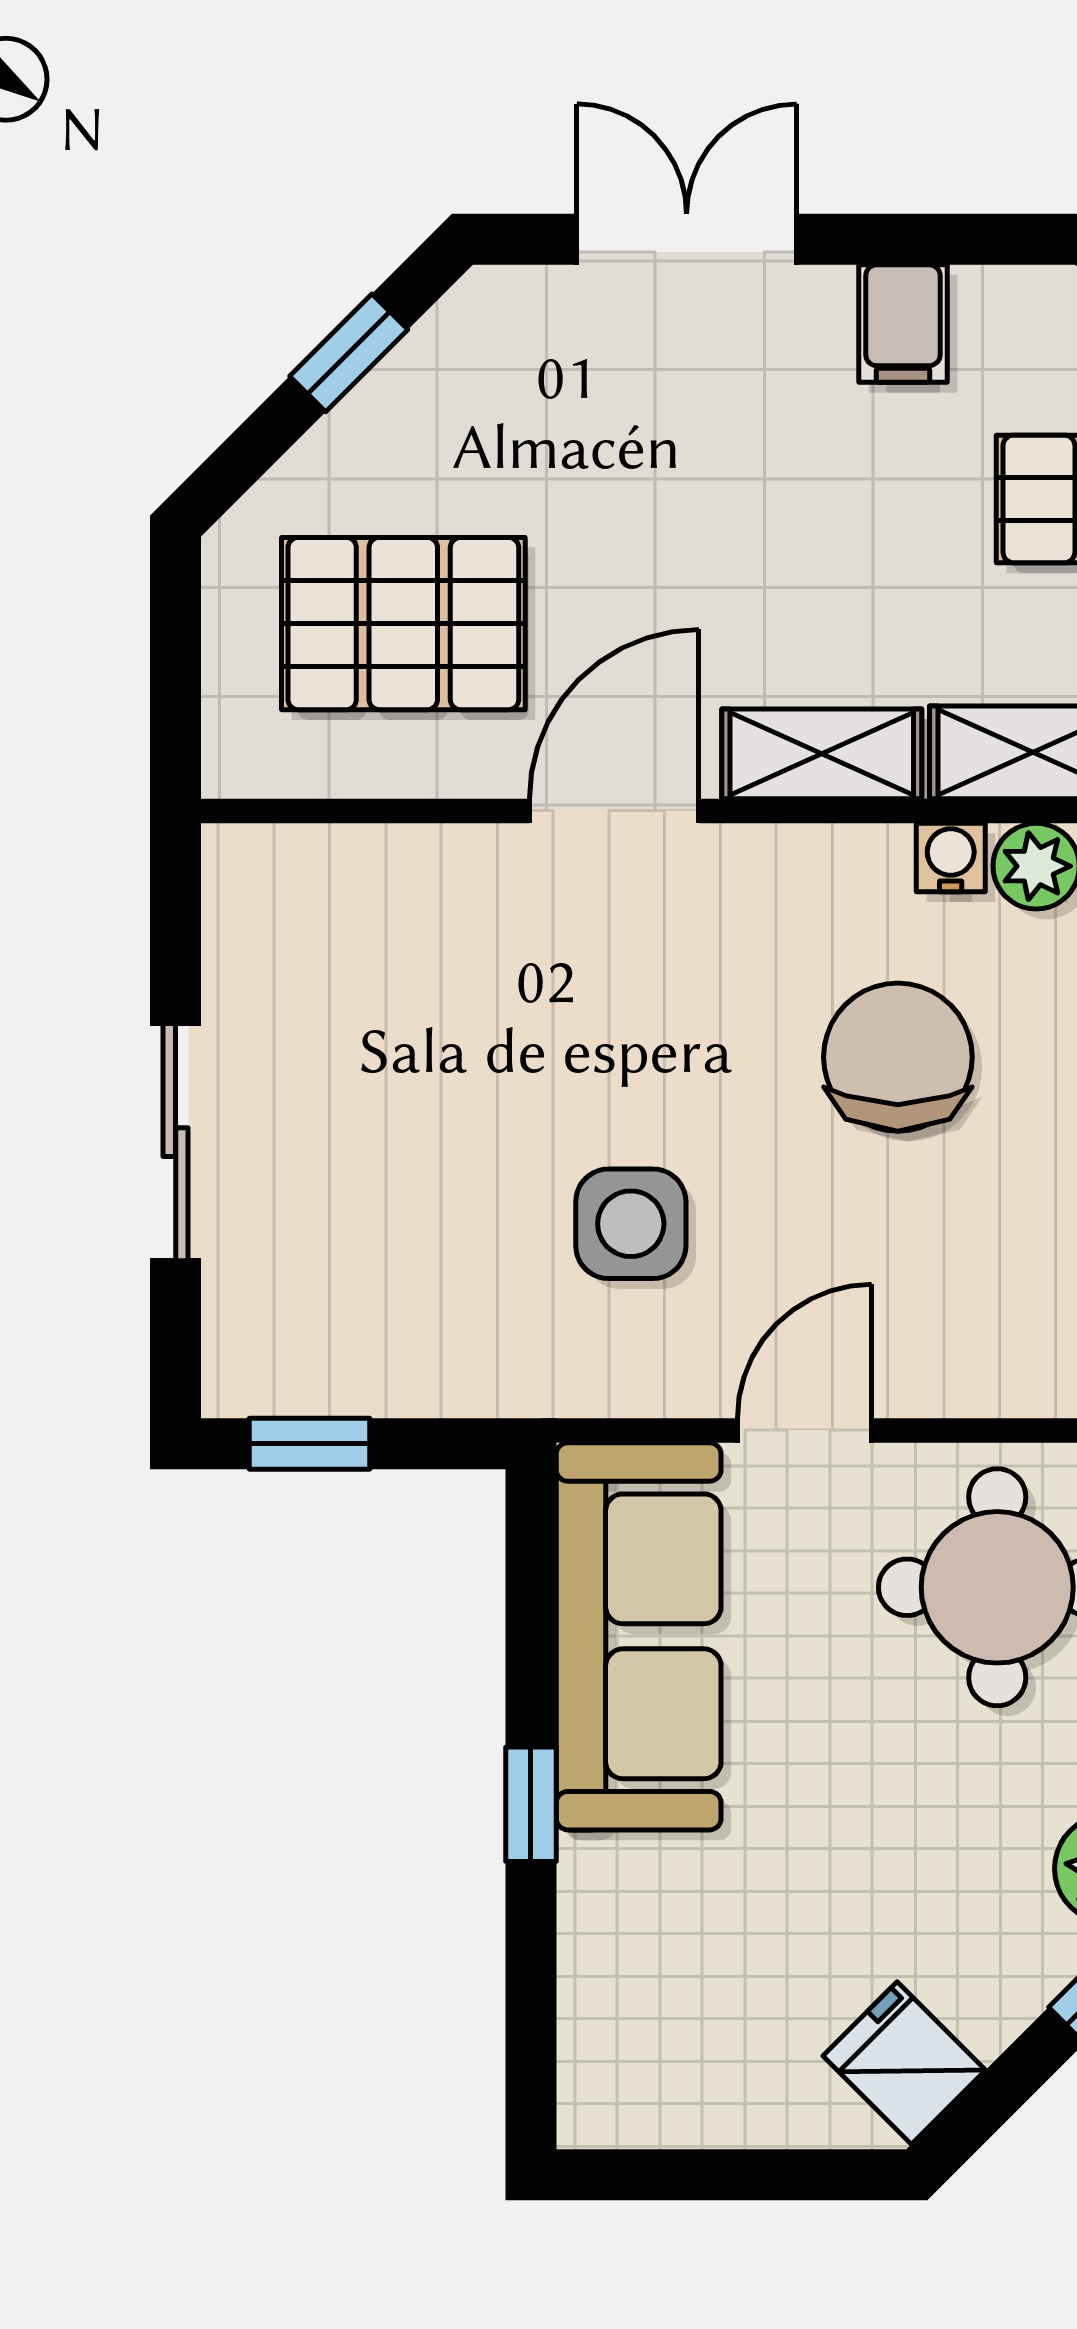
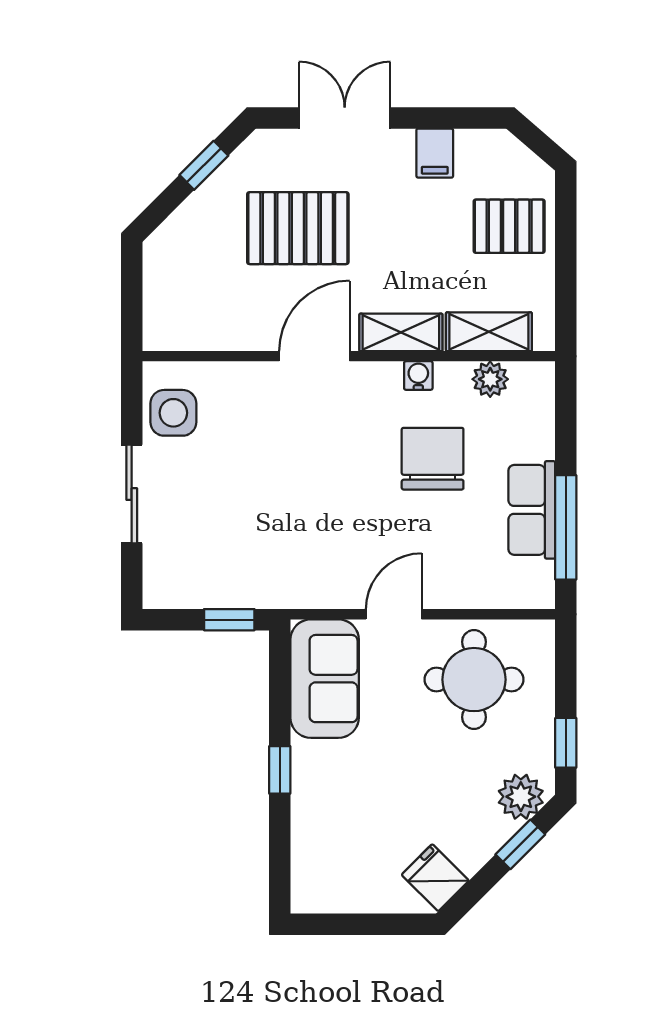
pallet: (403, 624) -> (298, 228), moved
water cooler: (951, 857) -> (418, 376), moved
side table: (631, 1224) -> (173, 413), moved
window: (309, 1444) -> (229, 620), moved
sofa: (639, 1636) -> (325, 679), width x0.73

